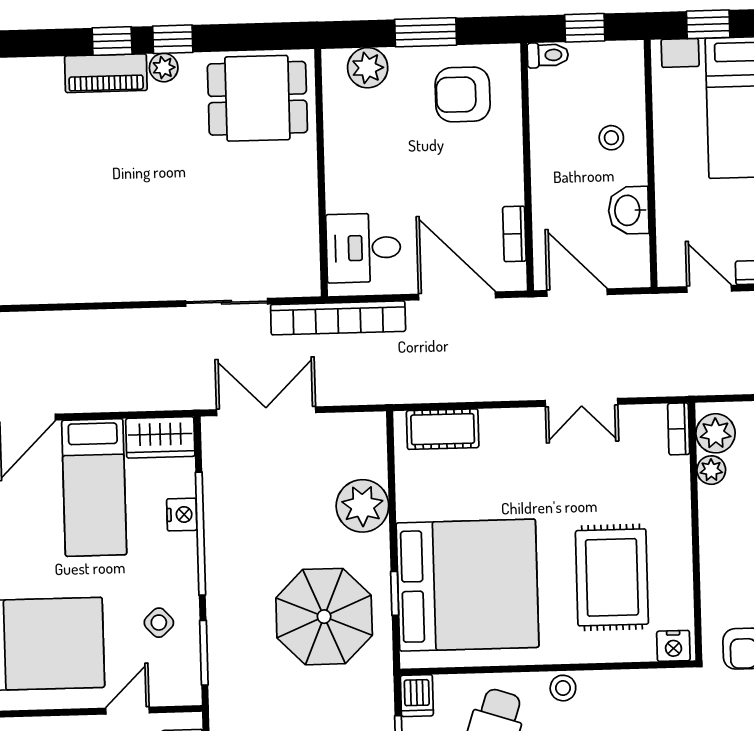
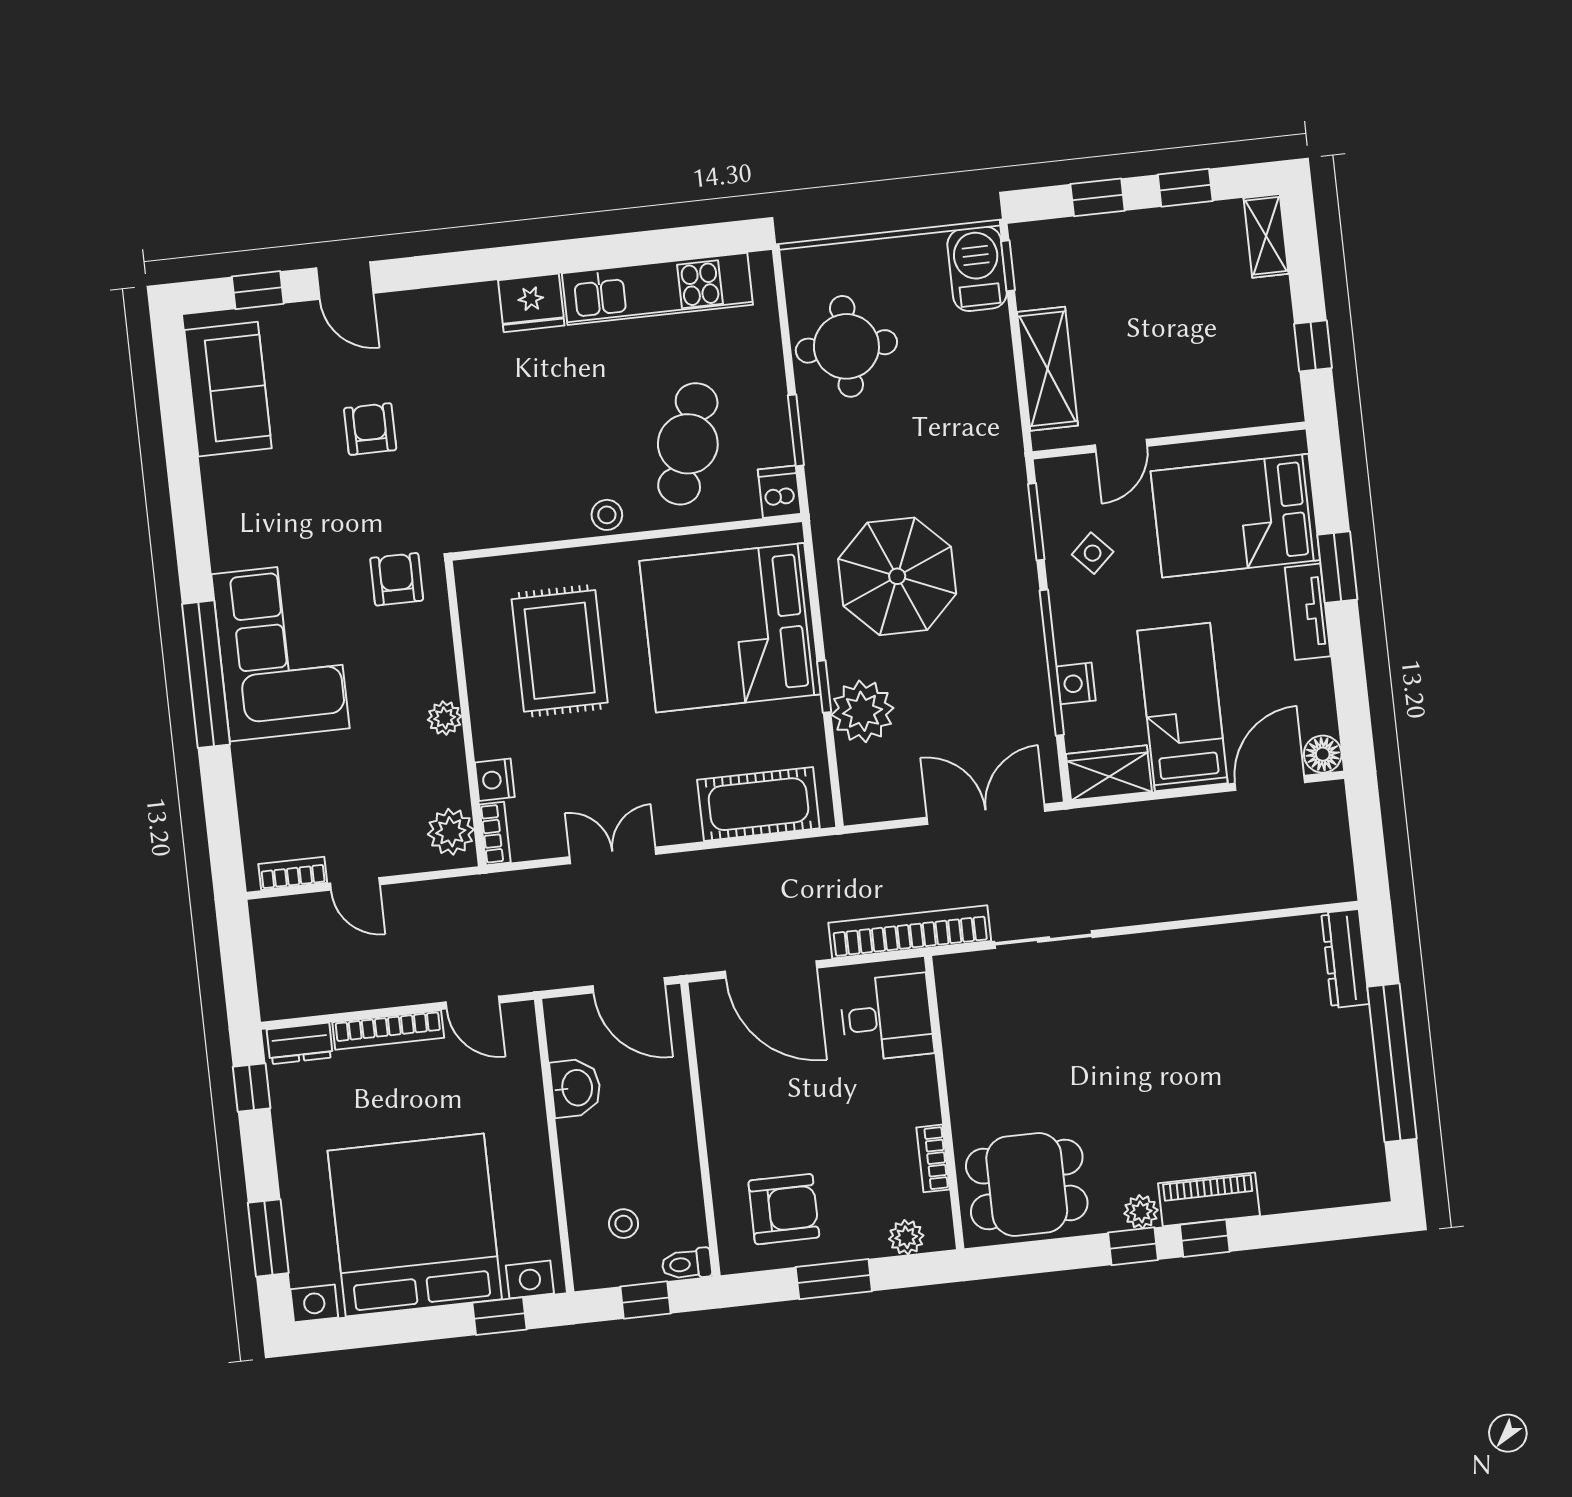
plant: (368, 68) -> (906, 1237), width x0.73, depth x0.73
stool: (611, 138) -> (624, 1224), moved
bookcase: (514, 234) -> (933, 1158), moved, turned 180
double door: (266, 411) -> (986, 814), swing flipped
cot: (443, 429) -> (758, 804), width x1.37, depth x1.34
plant: (711, 470) -> (445, 718), moved
window: (395, 593) -> (824, 687), moved
nightstand: (673, 646) -> (495, 780), moved, turned -90

